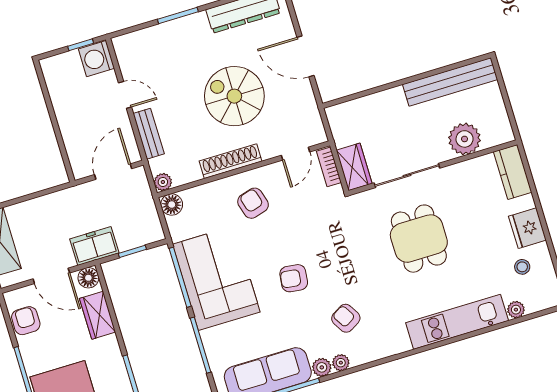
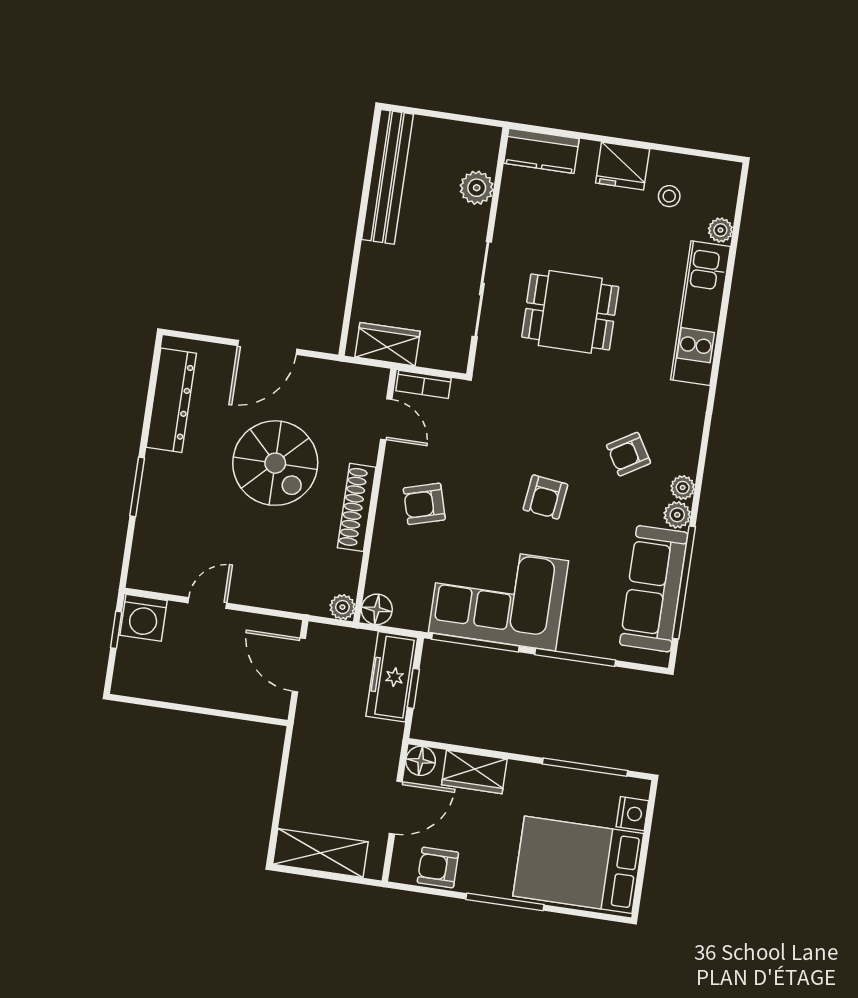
spiral stairs: (234, 96) -> (275, 463), turned -90
bench: (149, 134) -> (272, 596), removed
plant: (465, 139) -> (477, 188), width x0.73, depth x0.73
wardrobe: (354, 167) -> (387, 344), moved
freezer: (94, 246) -> (392, 677), moved, width x1.40

